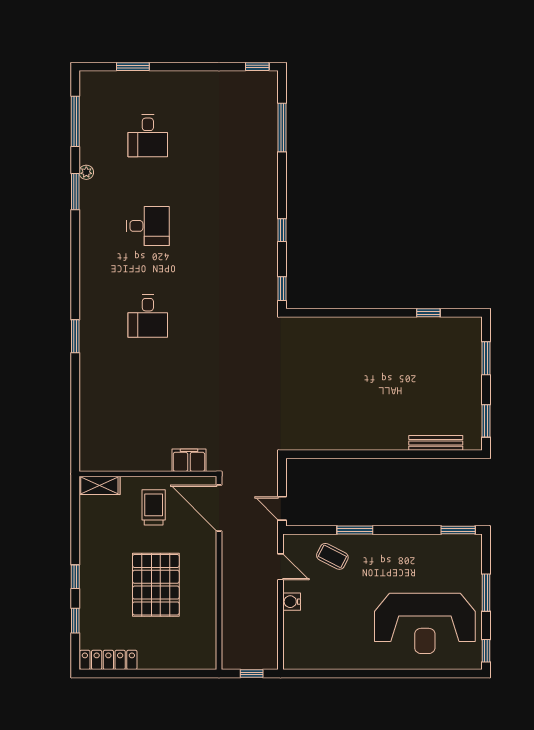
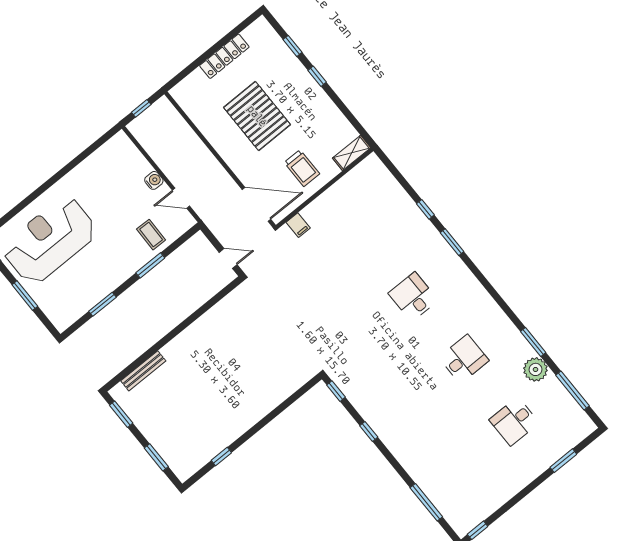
desk: (148, 136) -> (514, 421), turned -90
plant: (86, 172) -> (535, 369), width x1.87, depth x1.87
desk: (148, 226) -> (464, 359), turned 180
window: (75, 384) -> (425, 209), added
filing cabinet: (189, 460) -> (298, 225), width x0.50
door: (282, 508) -> (228, 258), moved
window: (458, 530) -> (102, 304), moved
coffee table: (332, 556) -> (151, 235), turned 64
locker: (108, 660) -> (224, 56), moved

